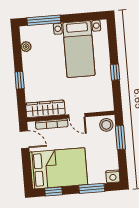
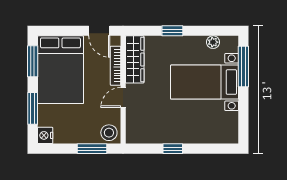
bed with nightstands: (79, 49) -> (205, 82), moved
door: (24, 140) -> (99, 31), hinge flipped
window: (54, 192) -> (33, 61), width x1.50

